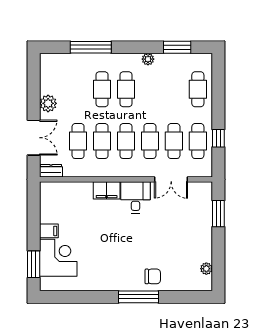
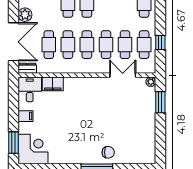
double door: (34, 138) -> (13, 42), width x1.37
double door: (171, 179) -> (123, 75), swing flipped
filing cabinet: (107, 190) -> (53, 84), moved
desk: (136, 197) -> (30, 89), moved
corner desk: (58, 258) -> (33, 149), moved
plant: (206, 269) -> (151, 82), moved

